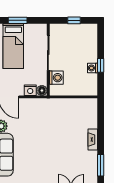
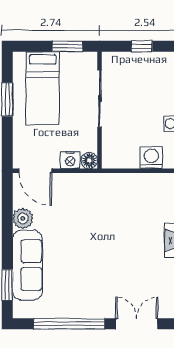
window: (18, 20) -> (67, 46), moved
washing machine: (56, 78) -> (151, 158), moved, turned -90

